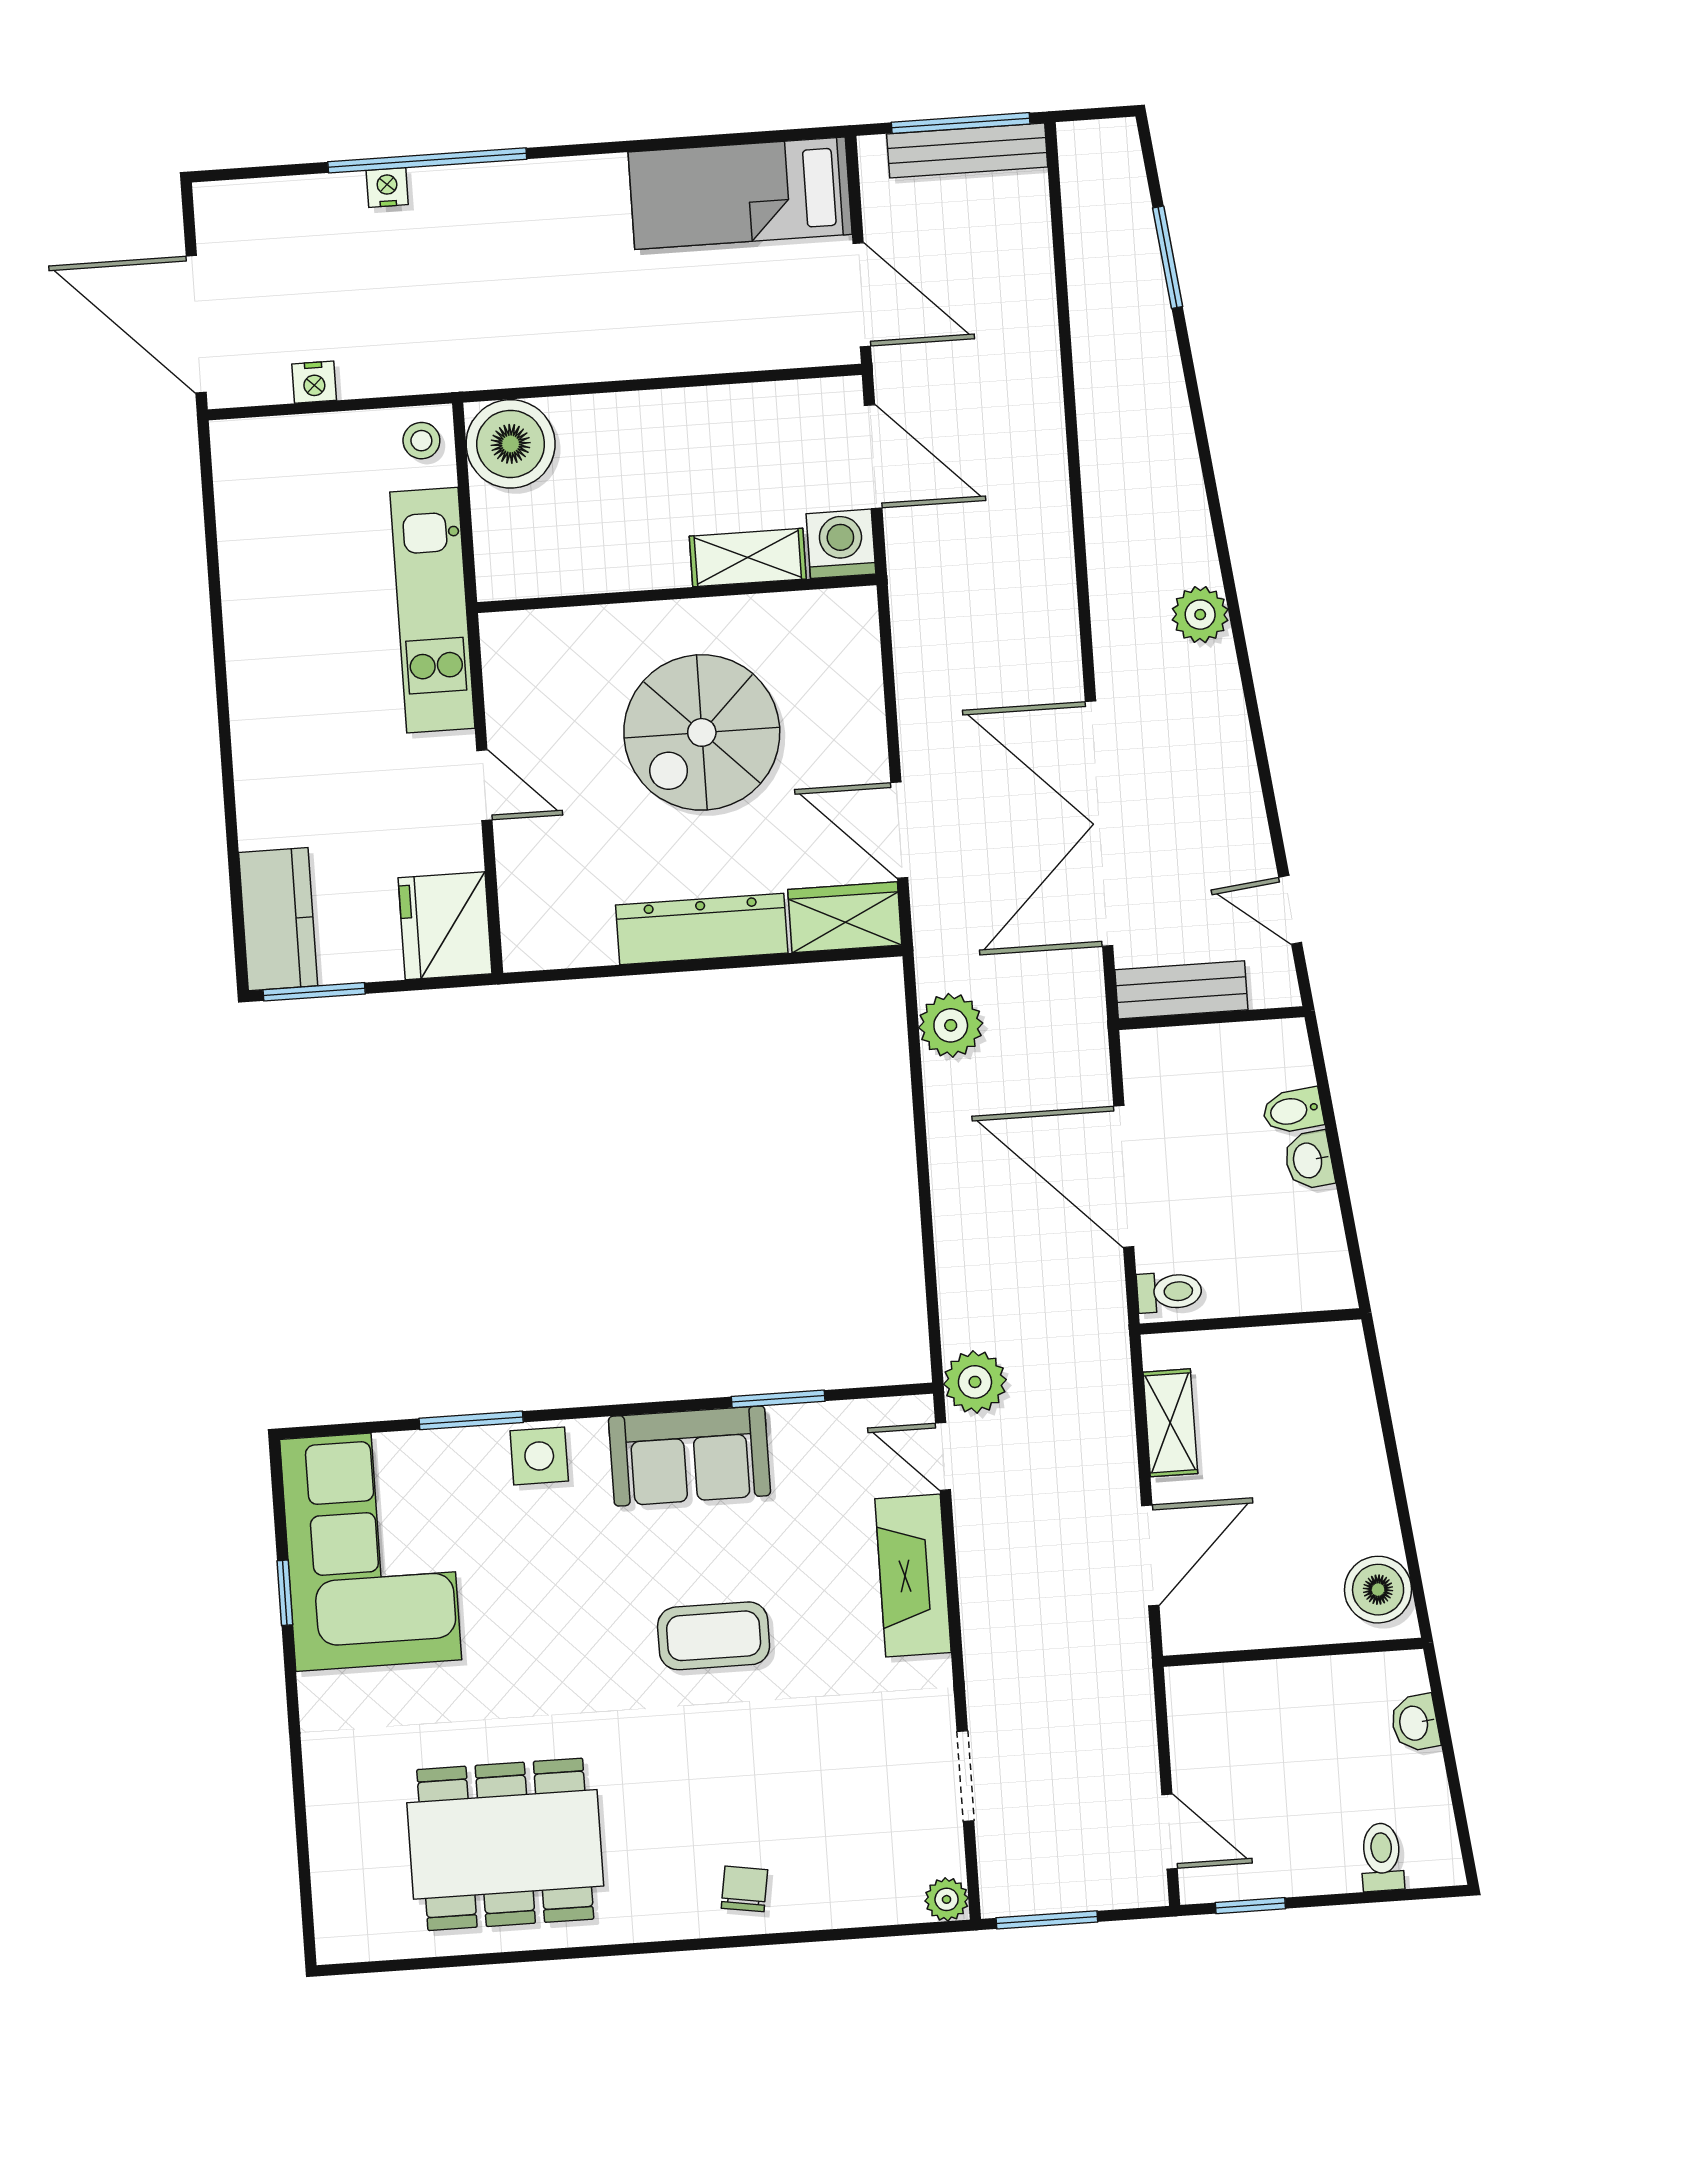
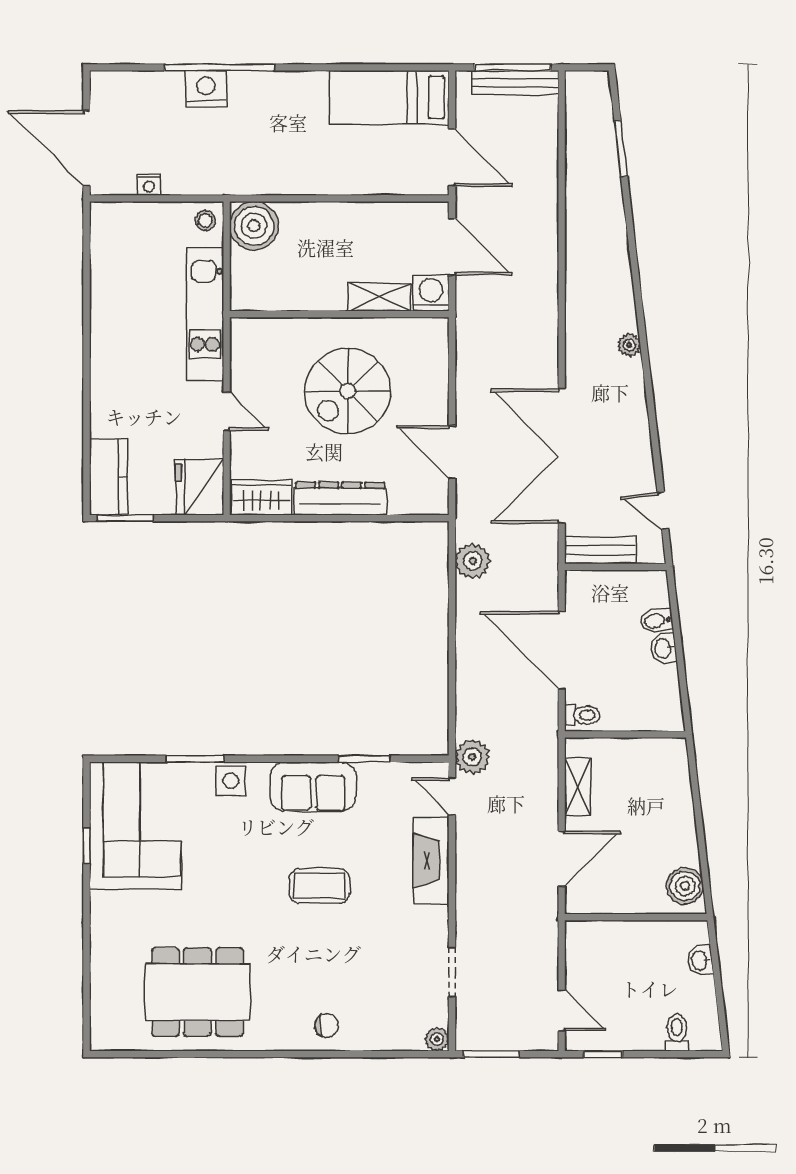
nightstand: (387, 187) -> (206, 89), width x1.89, depth x1.79
plant: (1200, 615) -> (629, 345), width x0.73, depth x0.73
wardrobe: (845, 917) -> (261, 498), moved
chair: (744, 1889) -> (327, 1026), turned 81

